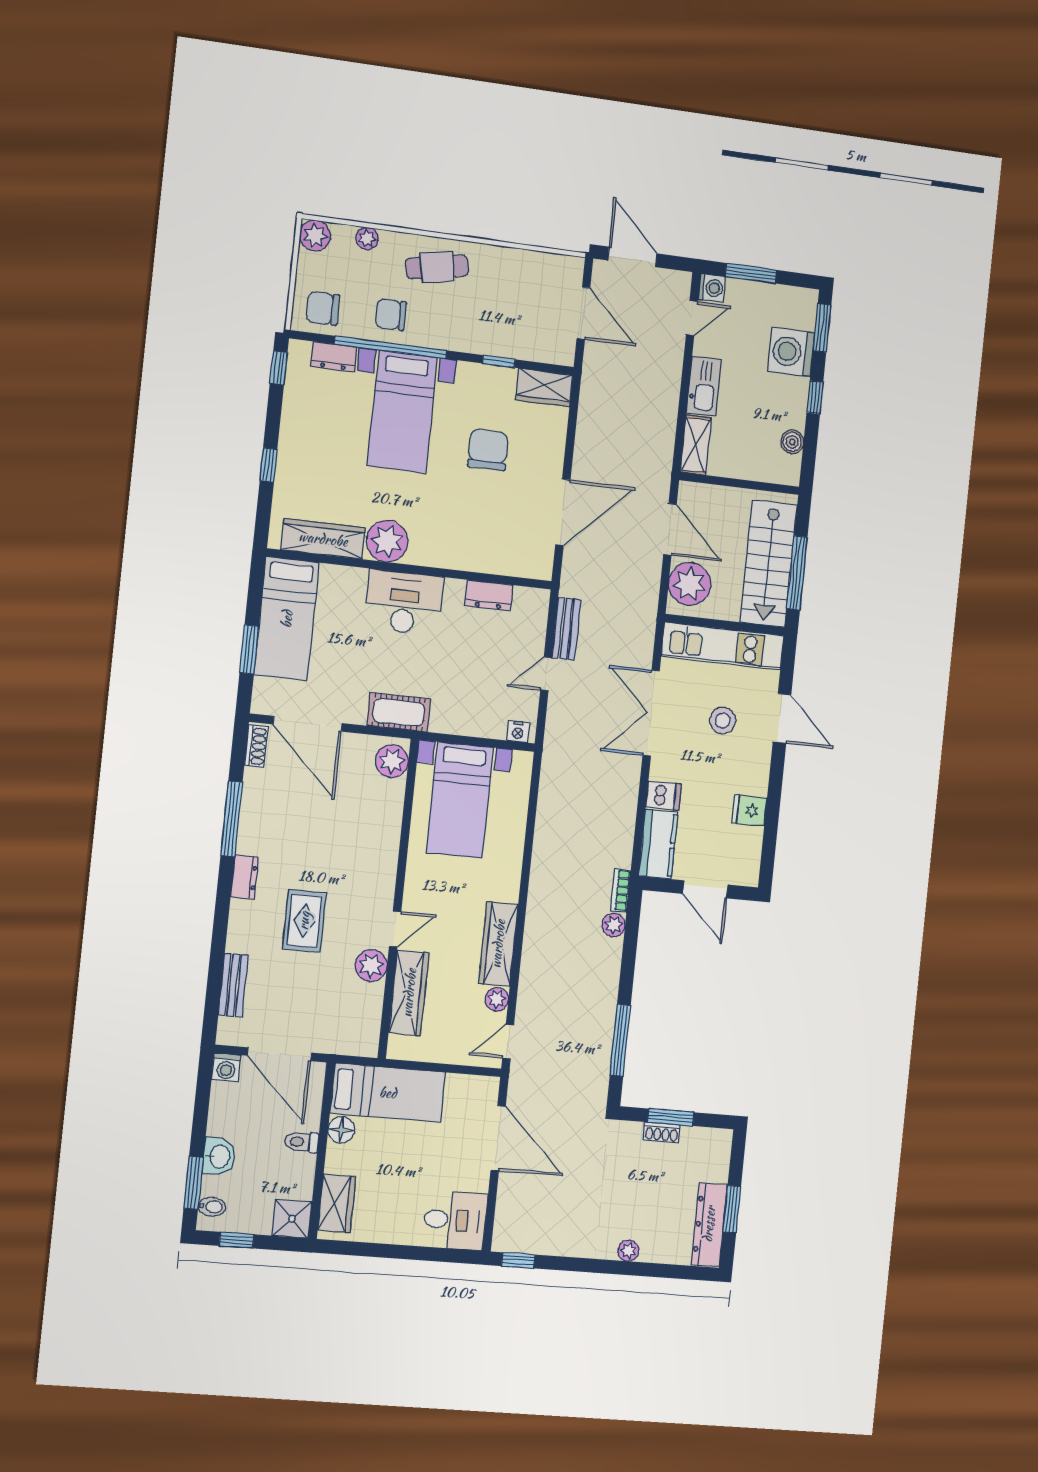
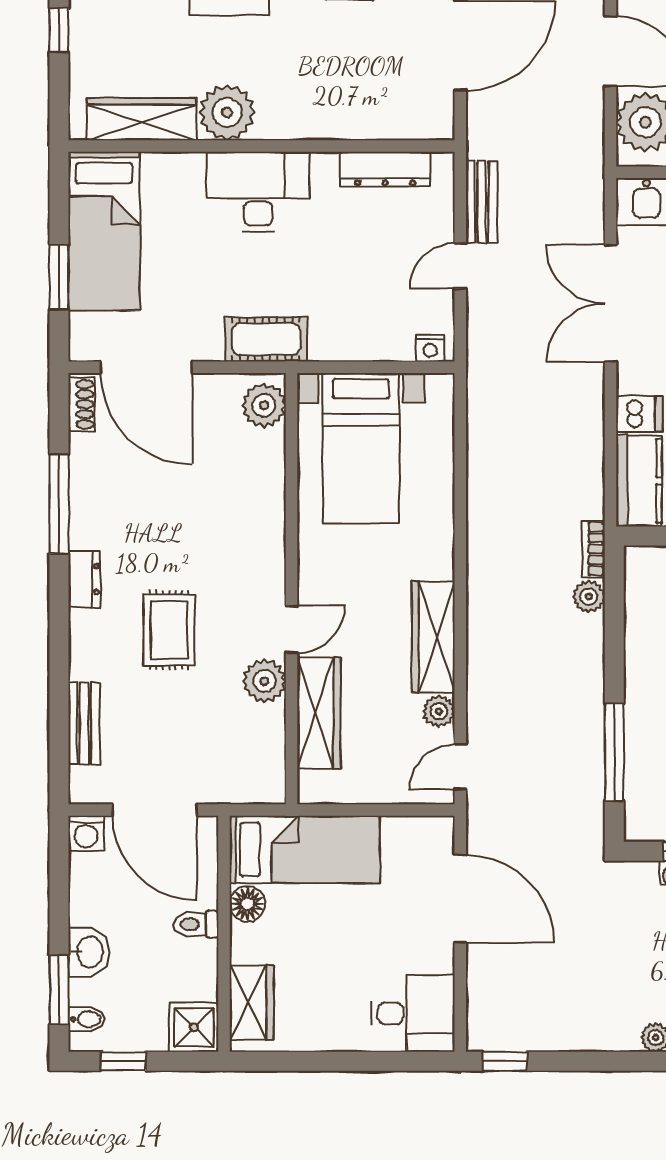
dresser: (489, 595) -> (385, 169), width x1.44

